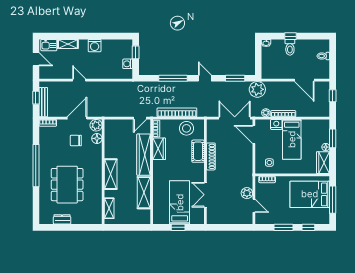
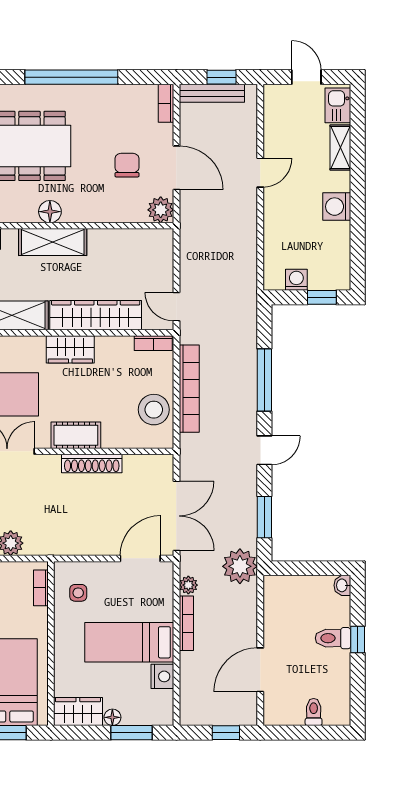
door: (36, 59) -> (306, 77), swing flipped
nightstand: (276, 124) -> (162, 676), moved
floor lamp: (97, 138) -> (50, 212), moved
wardrobe: (159, 149) -> (70, 349), moved
cot: (198, 151) -> (76, 435), moved

